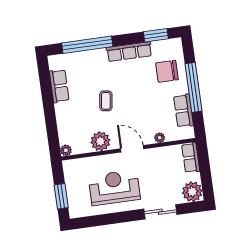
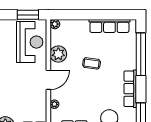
row of seats: (59, 86) -> (109, 26), width x1.48
reception desk: (114, 188) -> (30, 42), moved
window: (61, 196) -> (28, 15), moved

